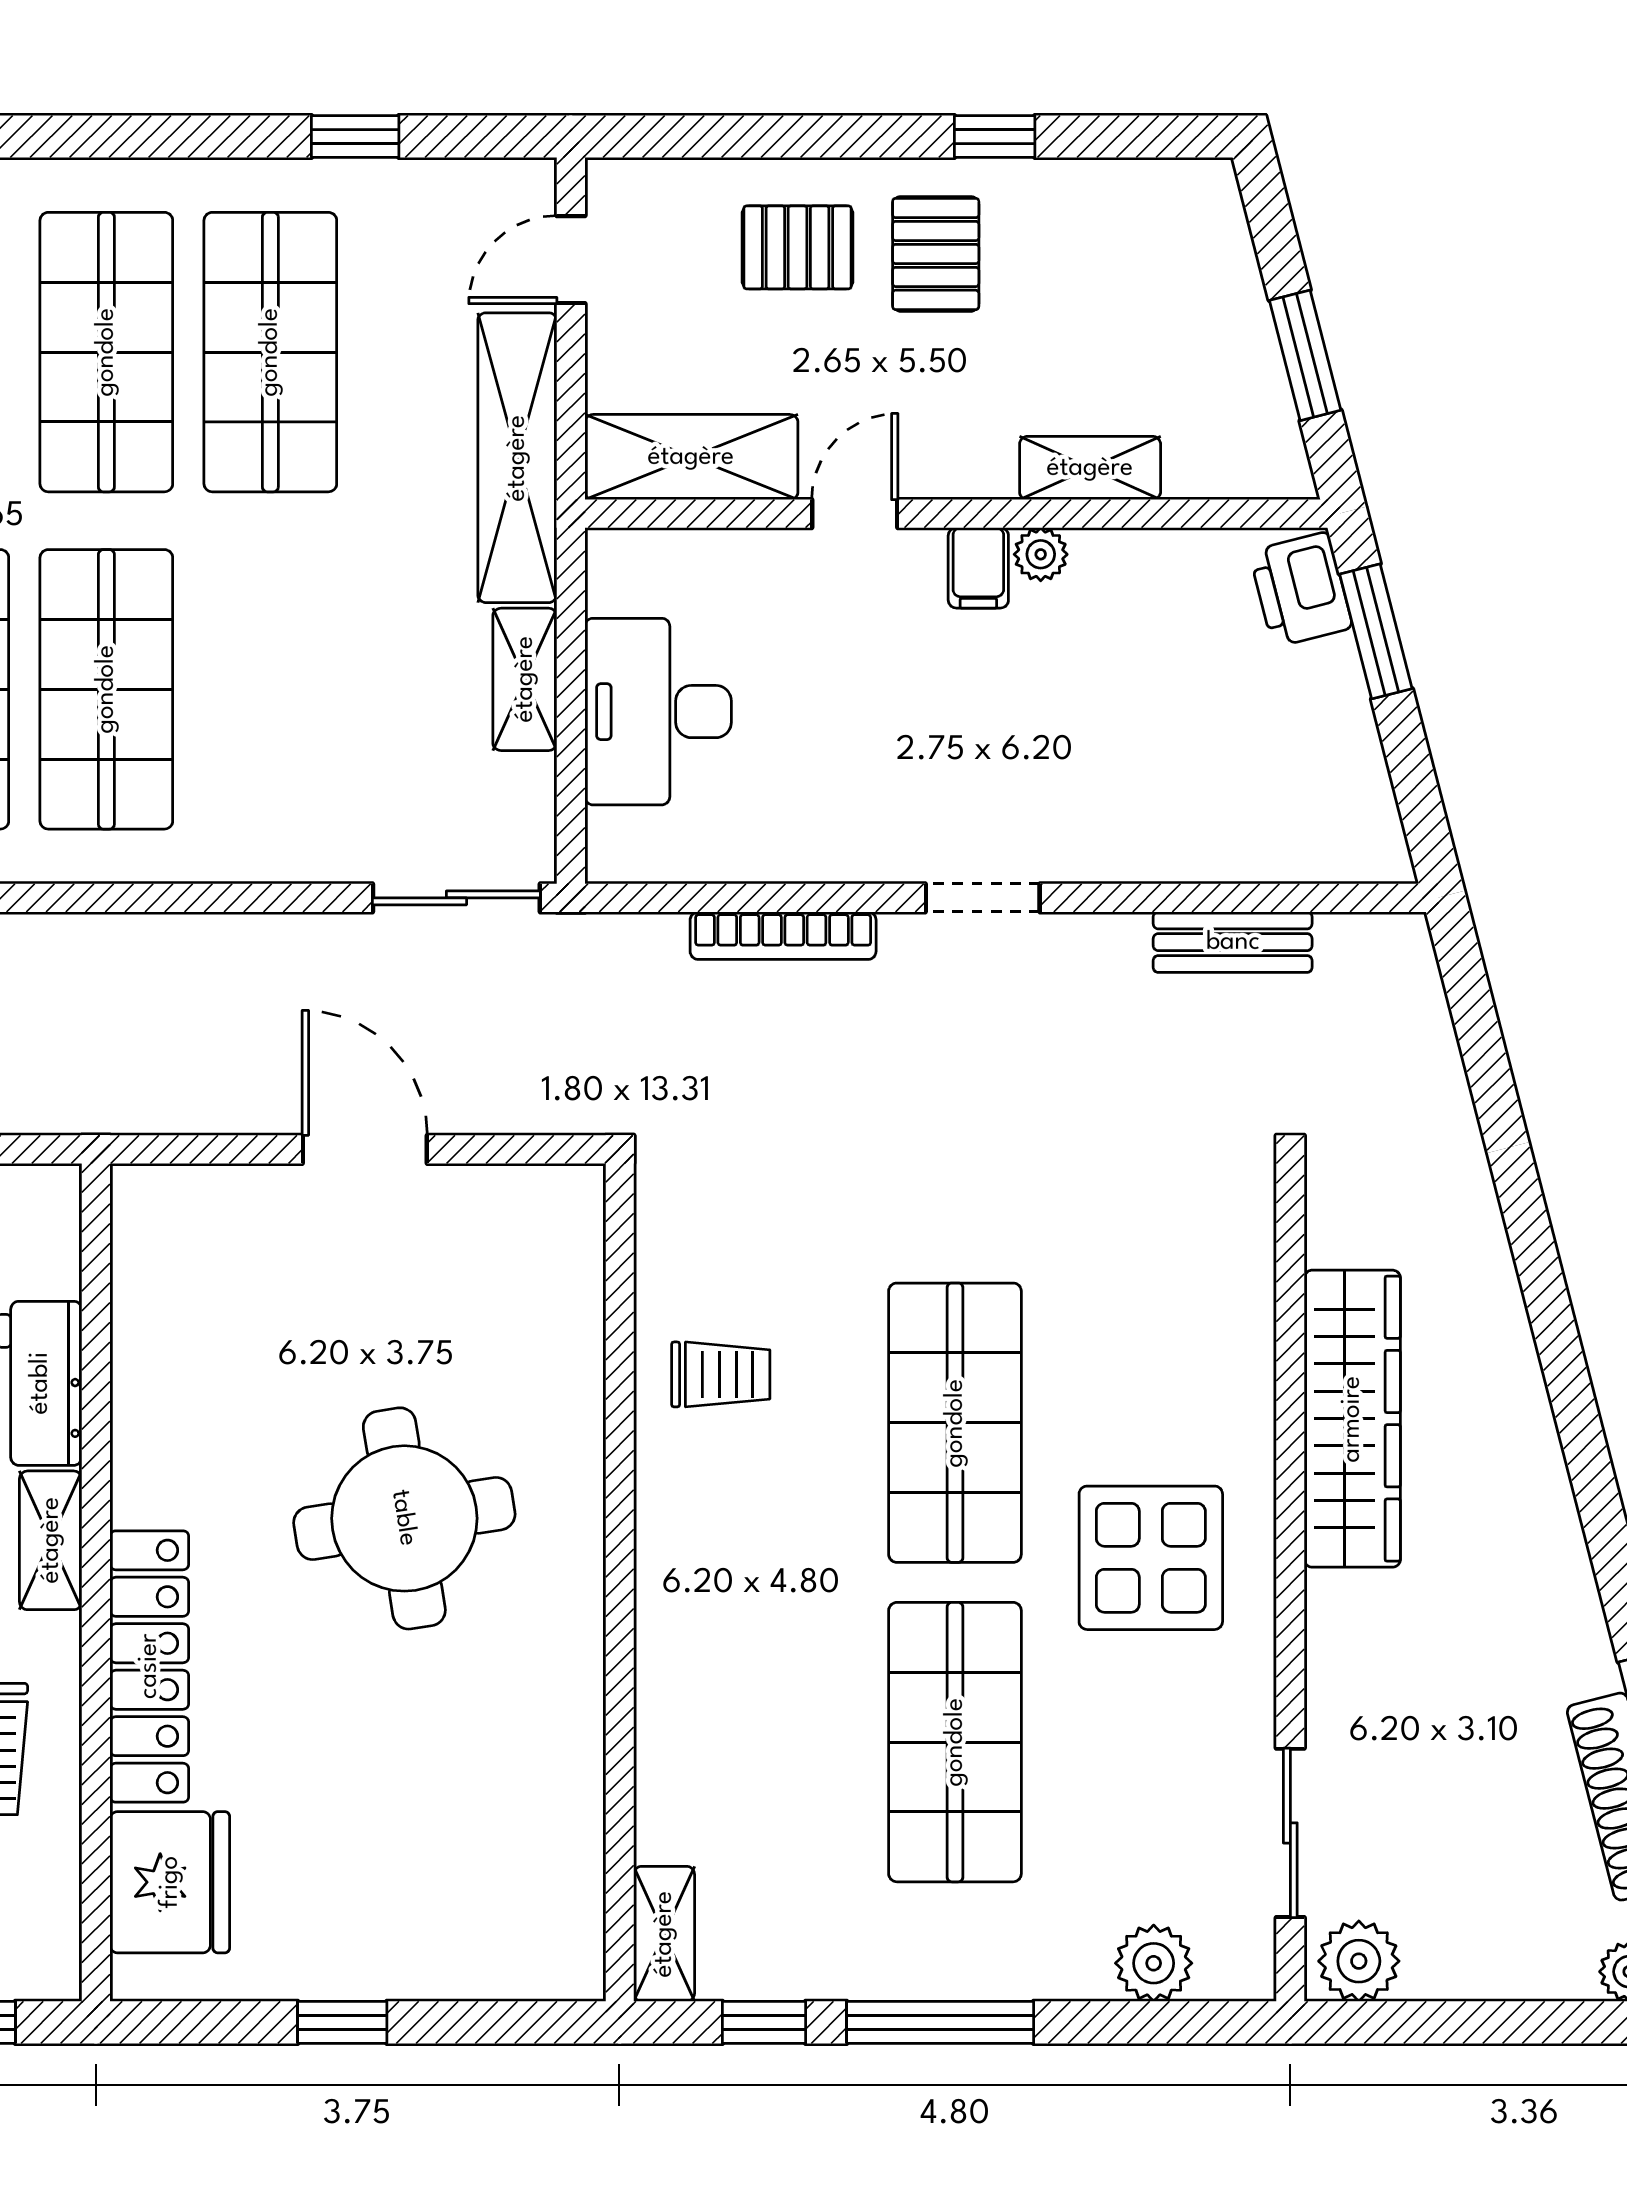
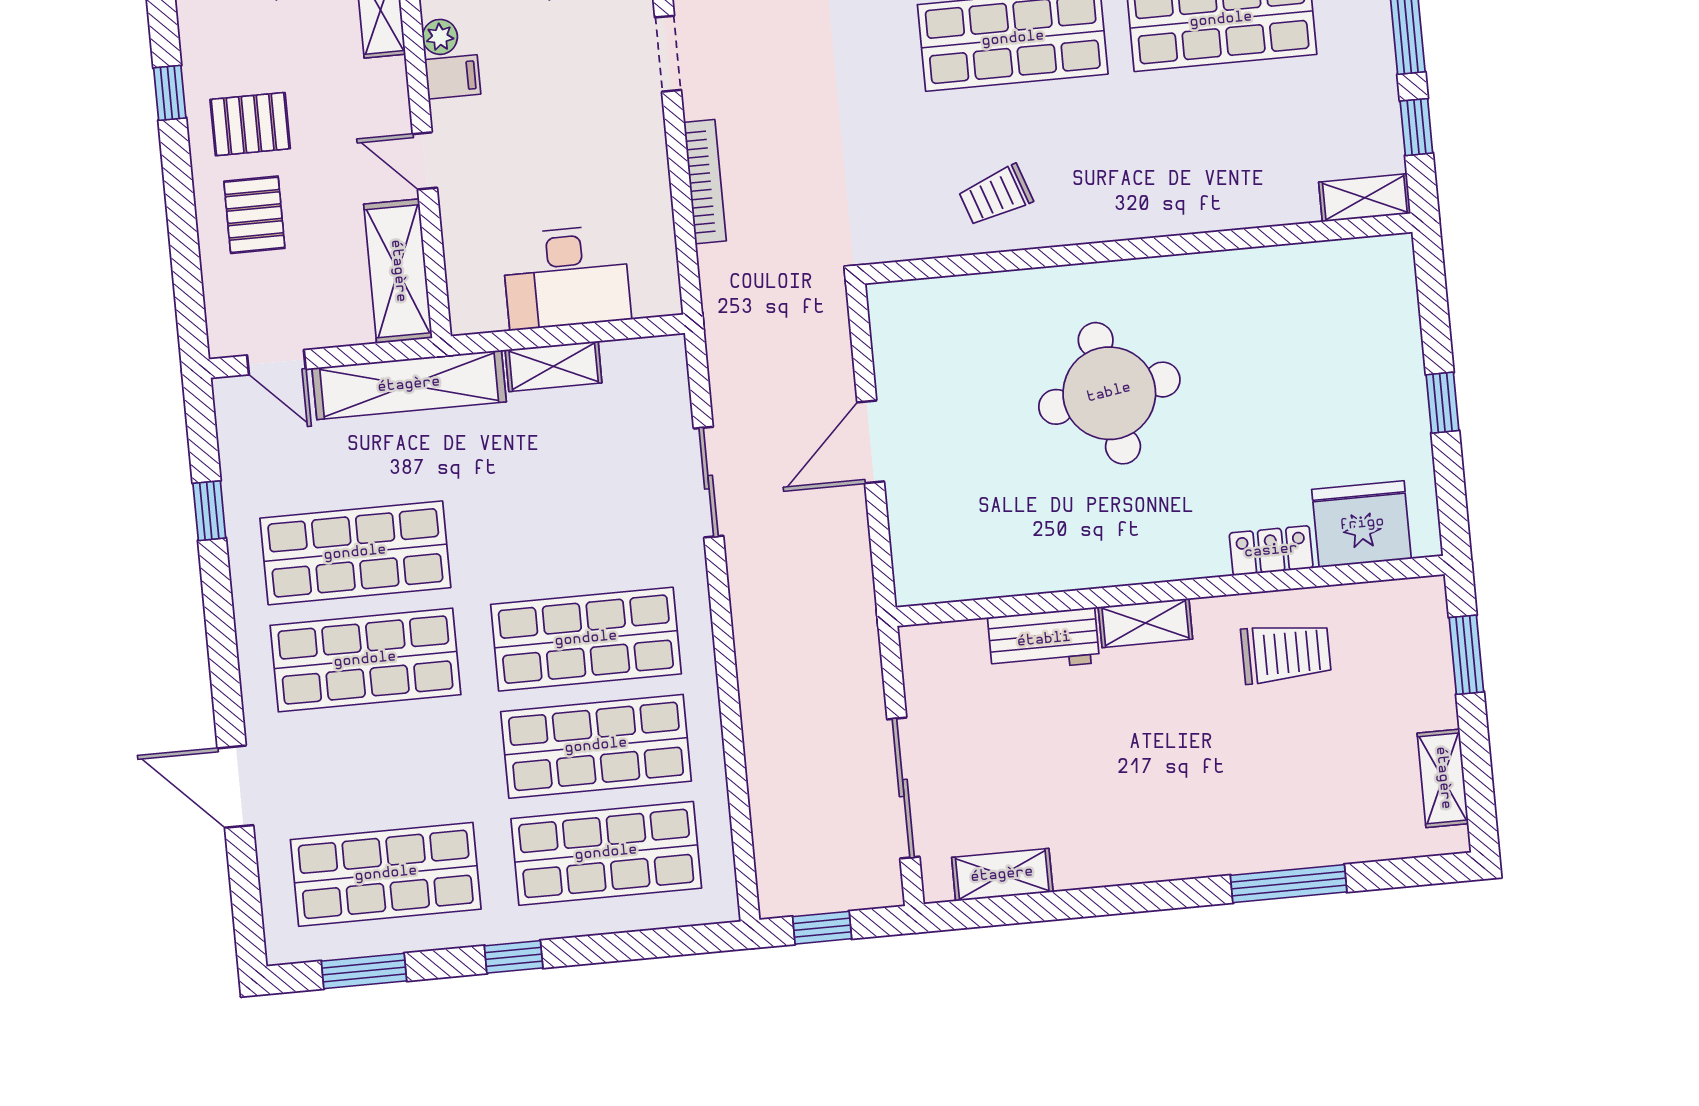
sliding door: (456, 898) -> (709, 482), moved
trolley: (721, 1374) -> (996, 195), turned -109
locker: (149, 1666) -> (1271, 551), width x0.46, depth x0.83

